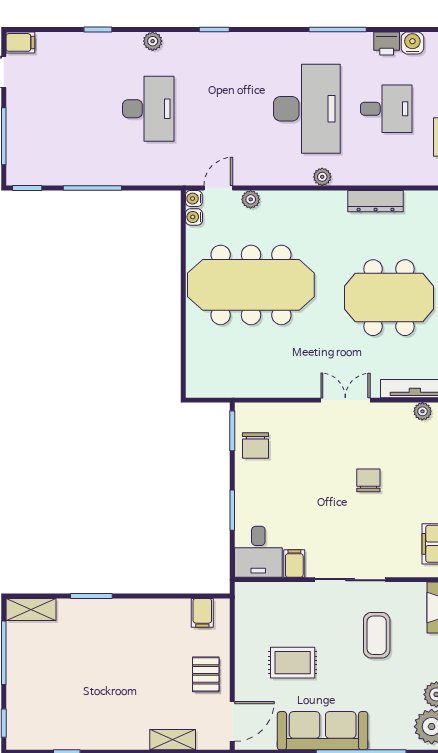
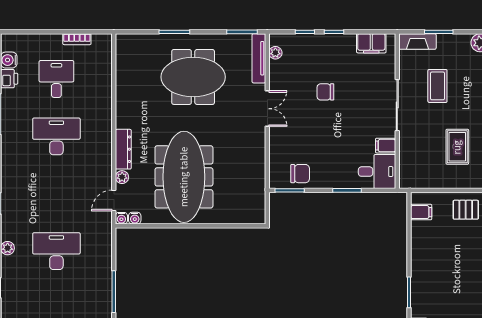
desk: (307, 109) -> (56, 136), width x0.73, depth x0.77
plant: (322, 177) -> (106, 125), removed
door: (218, 188) -> (114, 201), hinge flipped
dresser: (376, 201) -> (123, 149), moved
meeting table: (389, 298) -> (193, 77), turned 90
double door: (345, 400) -> (267, 109), swing flipped
coffee table: (377, 635) -> (437, 86), turned 90

